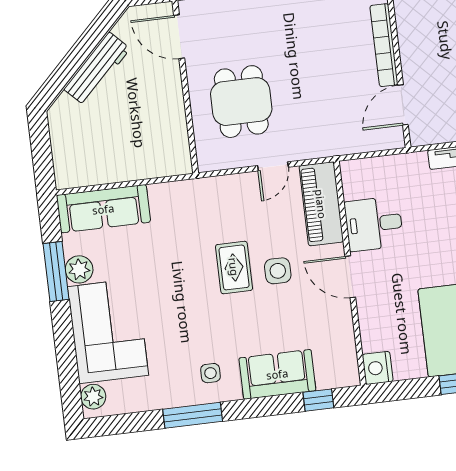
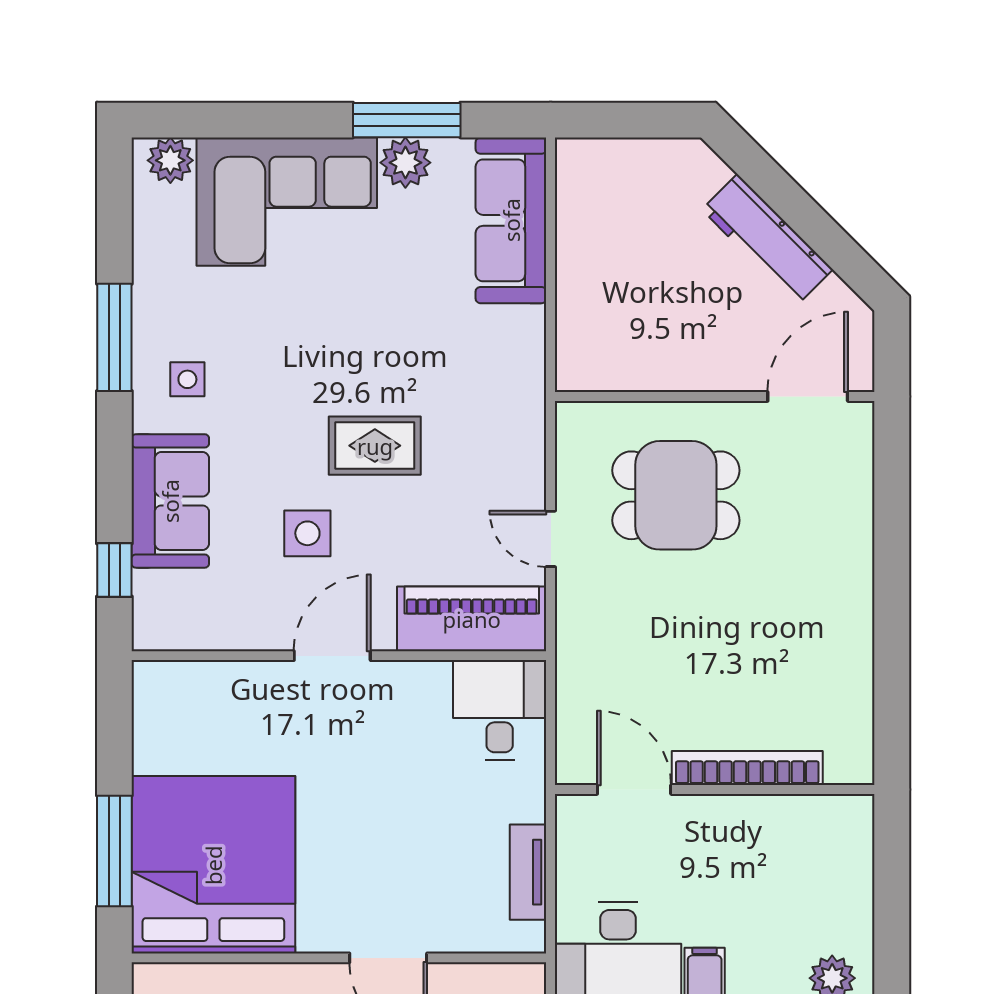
desk: (374, 224) -> (500, 710), moved
side table: (278, 271) -> (307, 533), moved
nightstand: (378, 368) -> (160, 685), removed

